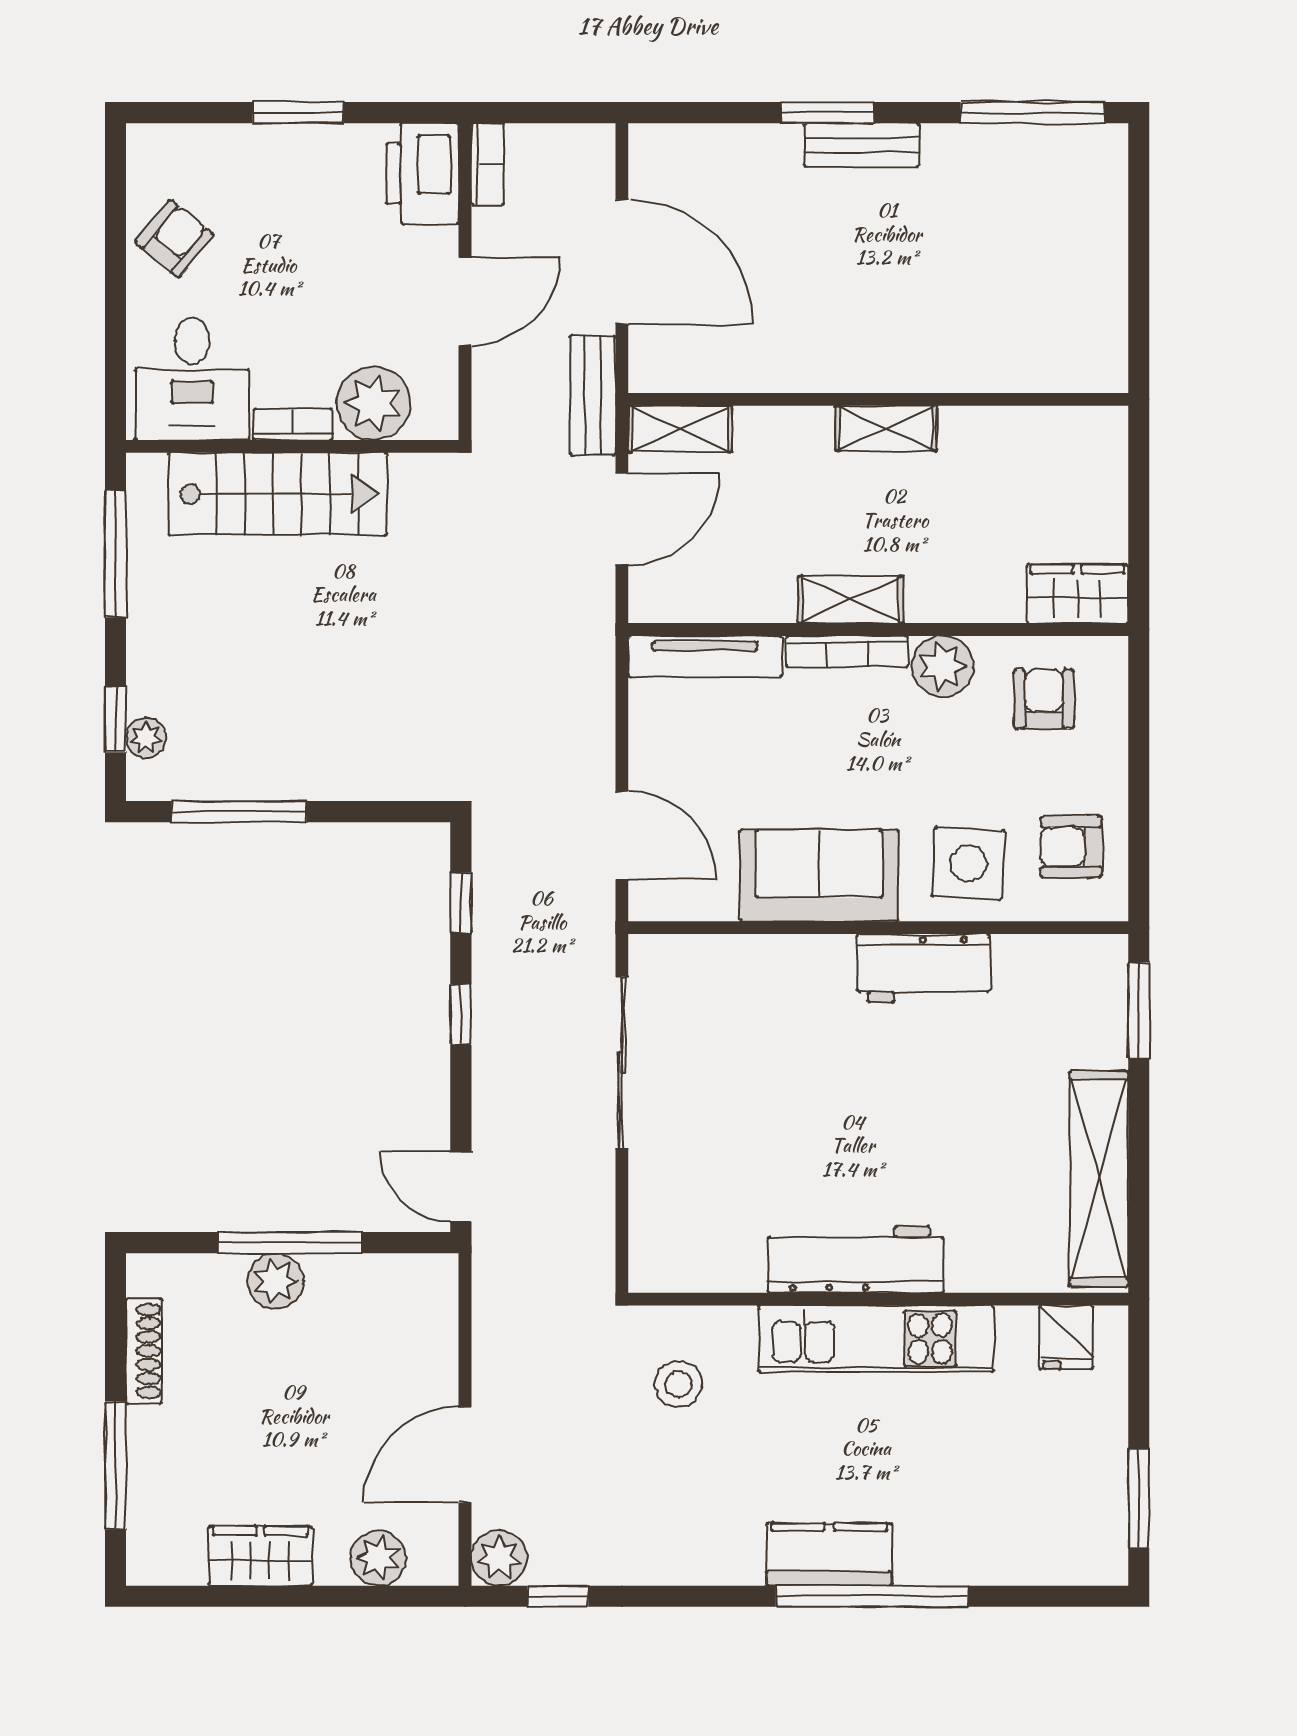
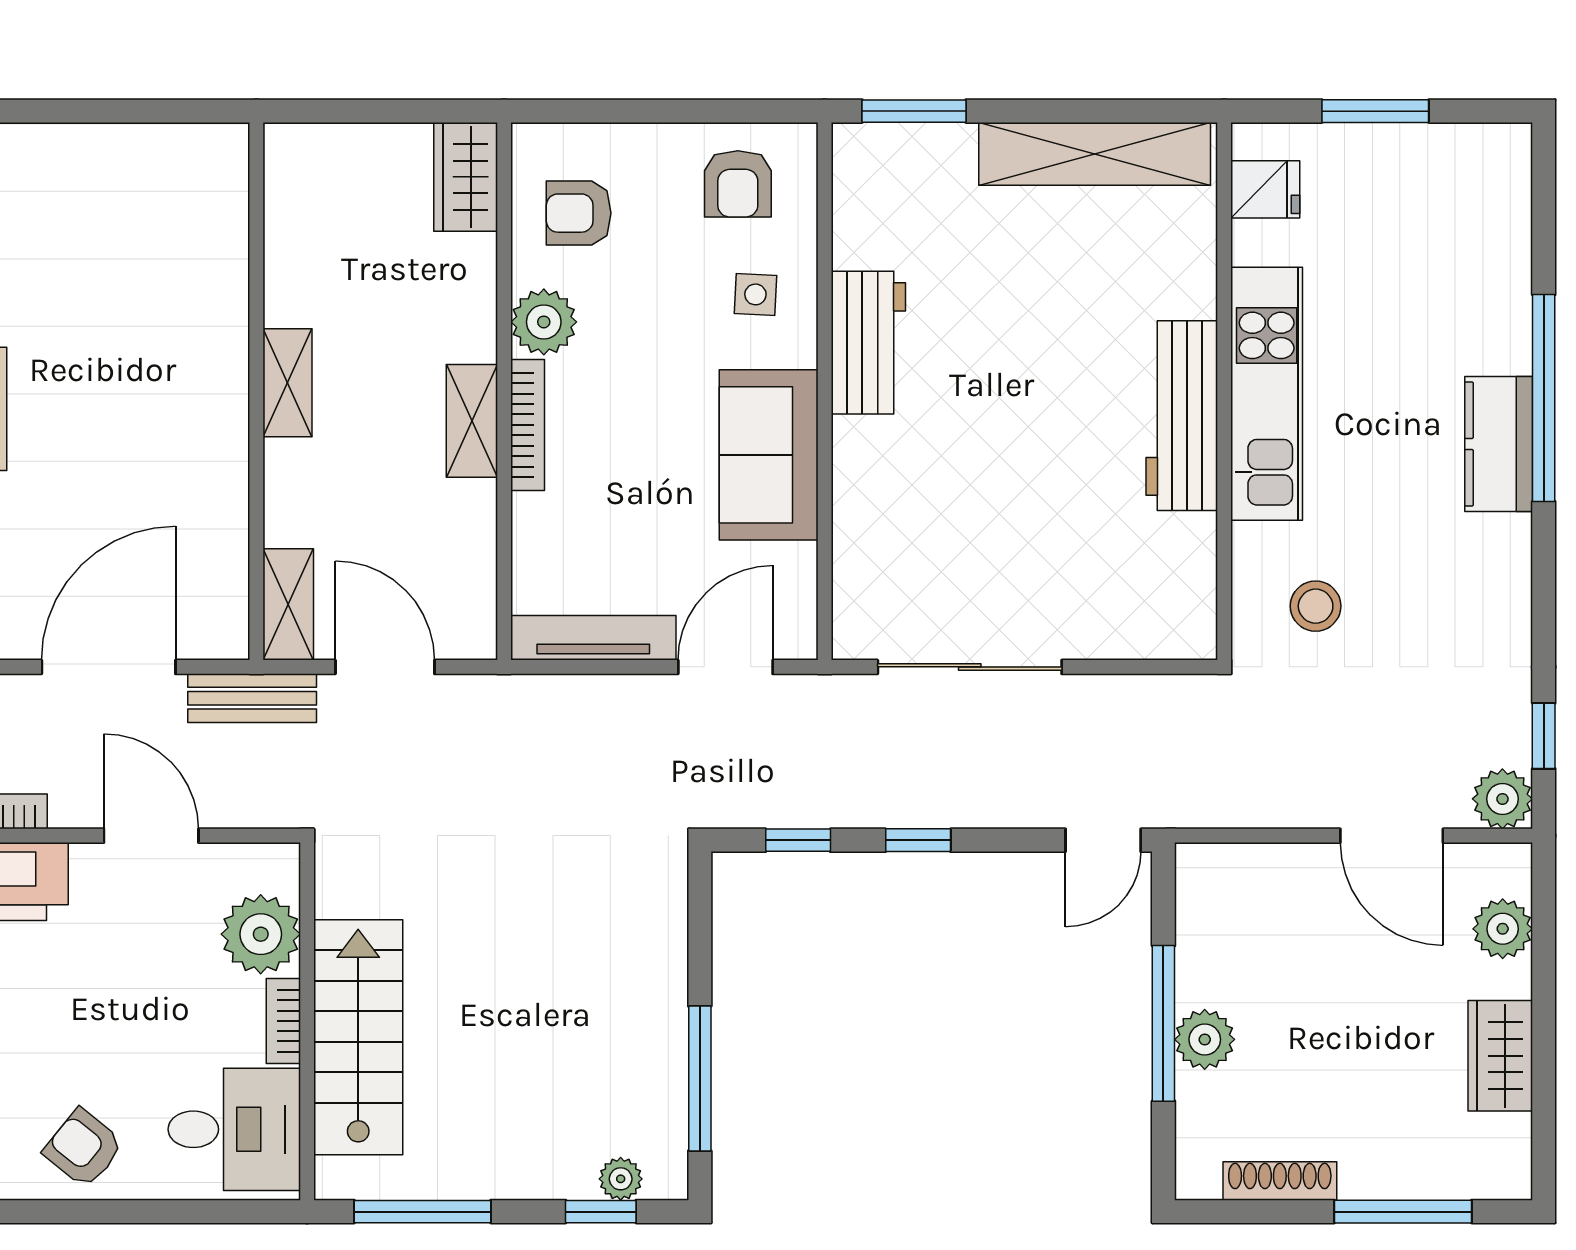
tv unit: (705, 657) -> (593, 638), moved, turned -90
side table: (968, 863) -> (755, 294), width x0.54, depth x0.54
window: (1139, 1498) -> (1375, 111), moved

